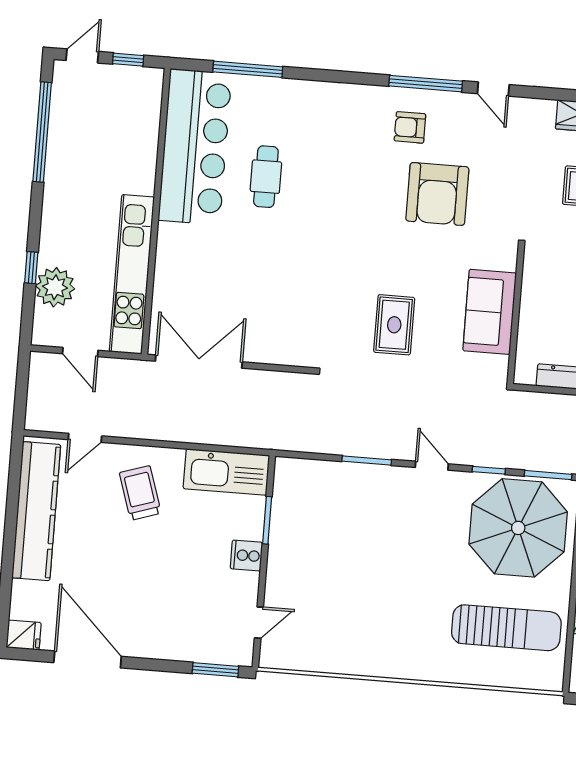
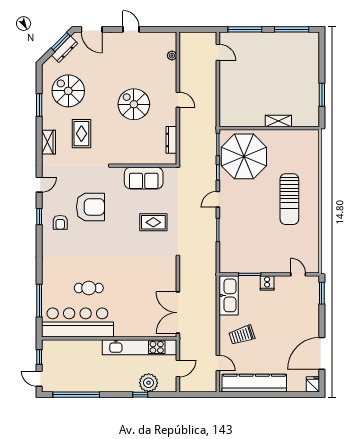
window: (426, 84) -> (39, 217), width x0.46
sun lounger: (506, 628) -> (289, 199), moved, turned 180

